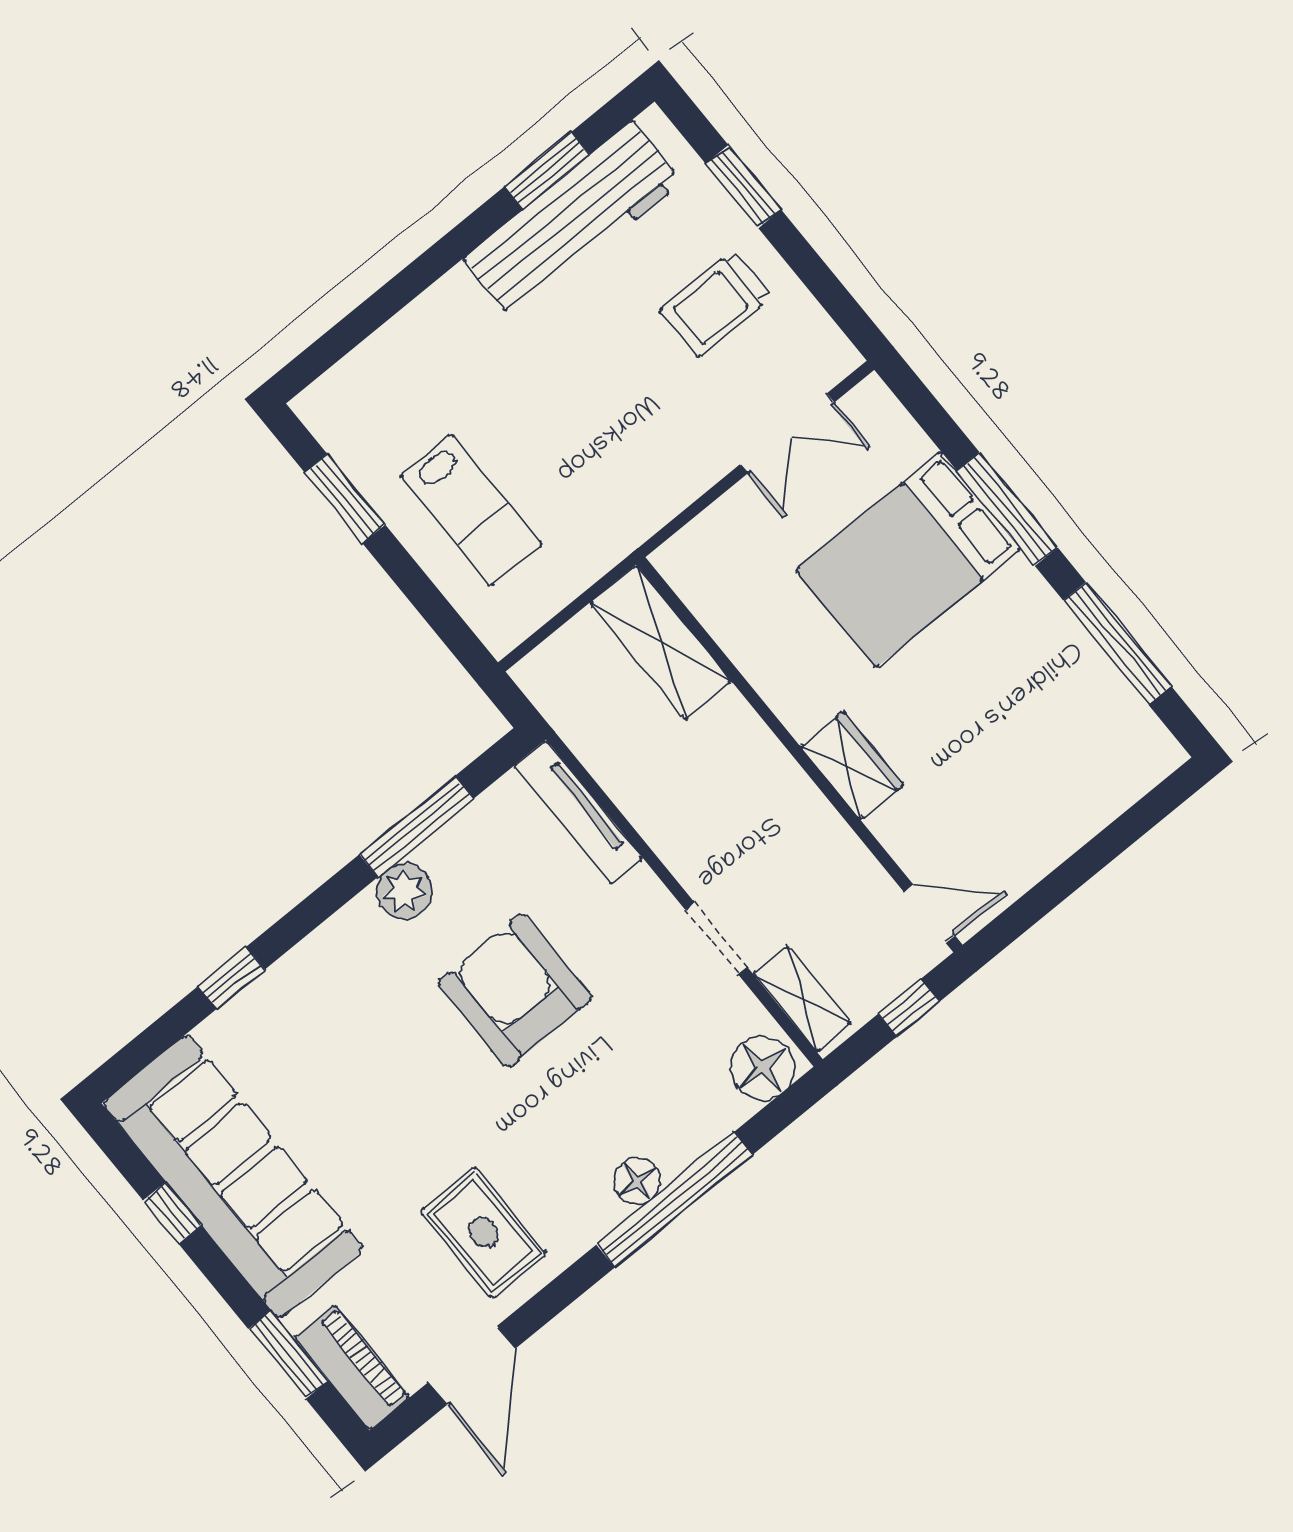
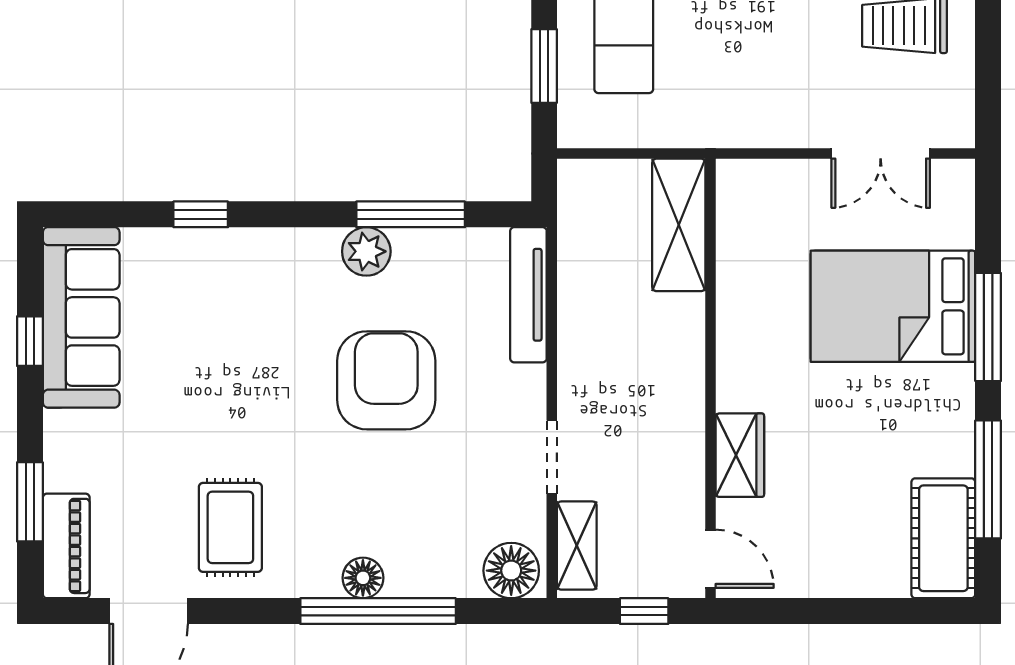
window: (427, 599) -> (544, 66), added
cot: (1120, 728) -> (943, 538), added
wardrobe: (852, 766) -> (740, 455), moved
sofa: (233, 1176) -> (81, 317), width x0.74, depth x0.79

